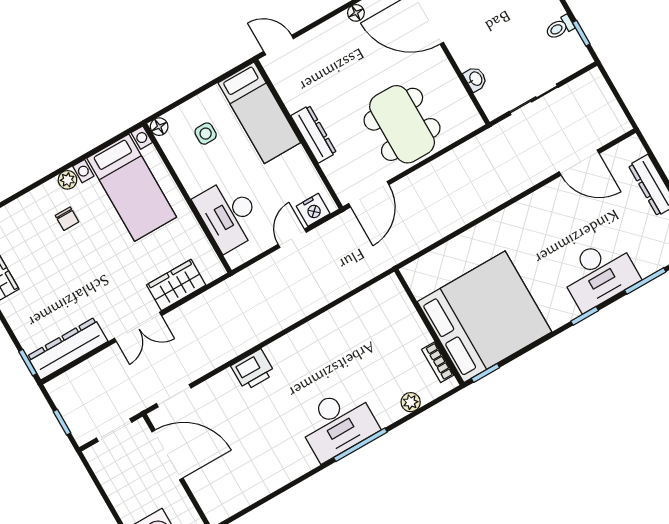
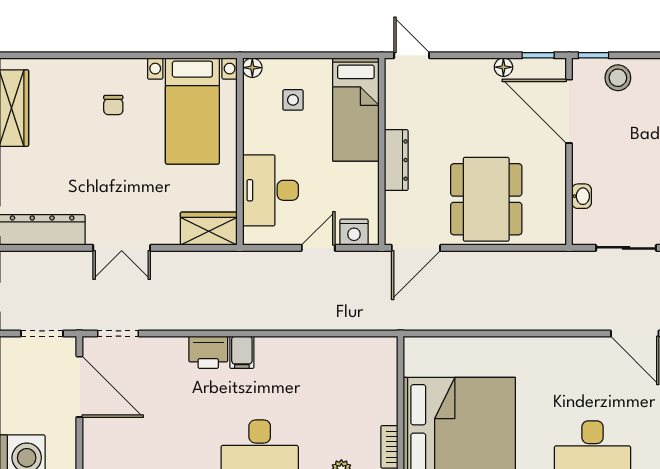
plant: (67, 180) -> (135, 68), removed
wardrobe: (176, 285) -> (209, 229), moved
filing cabinet: (279, 355) -> (242, 352), added

